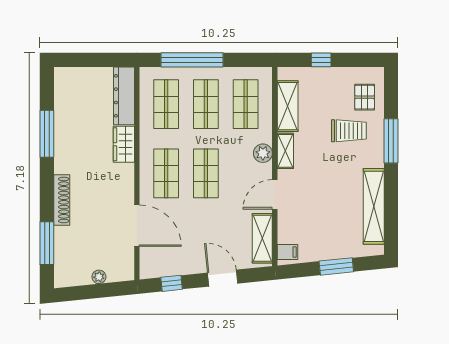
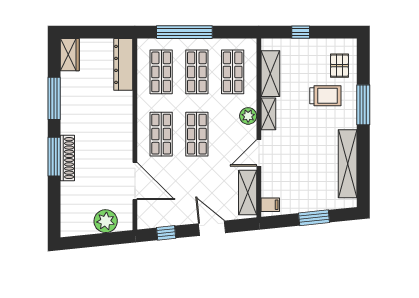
wardrobe: (124, 144) -> (70, 55), moved, turned 180
window: (47, 243) -> (54, 157), moved
plant: (99, 277) -> (106, 221), width x1.87, depth x1.87

